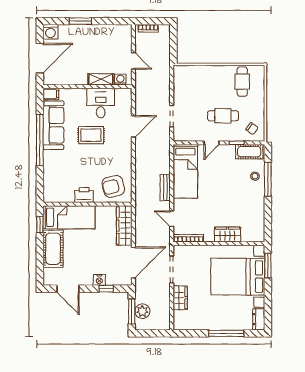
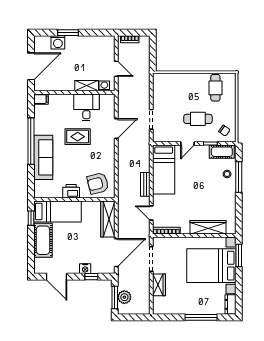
washing machine: (50, 32) -> (58, 42), moved
sofa: (53, 125) -> (43, 157), moved
wardrobe: (228, 235) -> (208, 227), width x1.50

